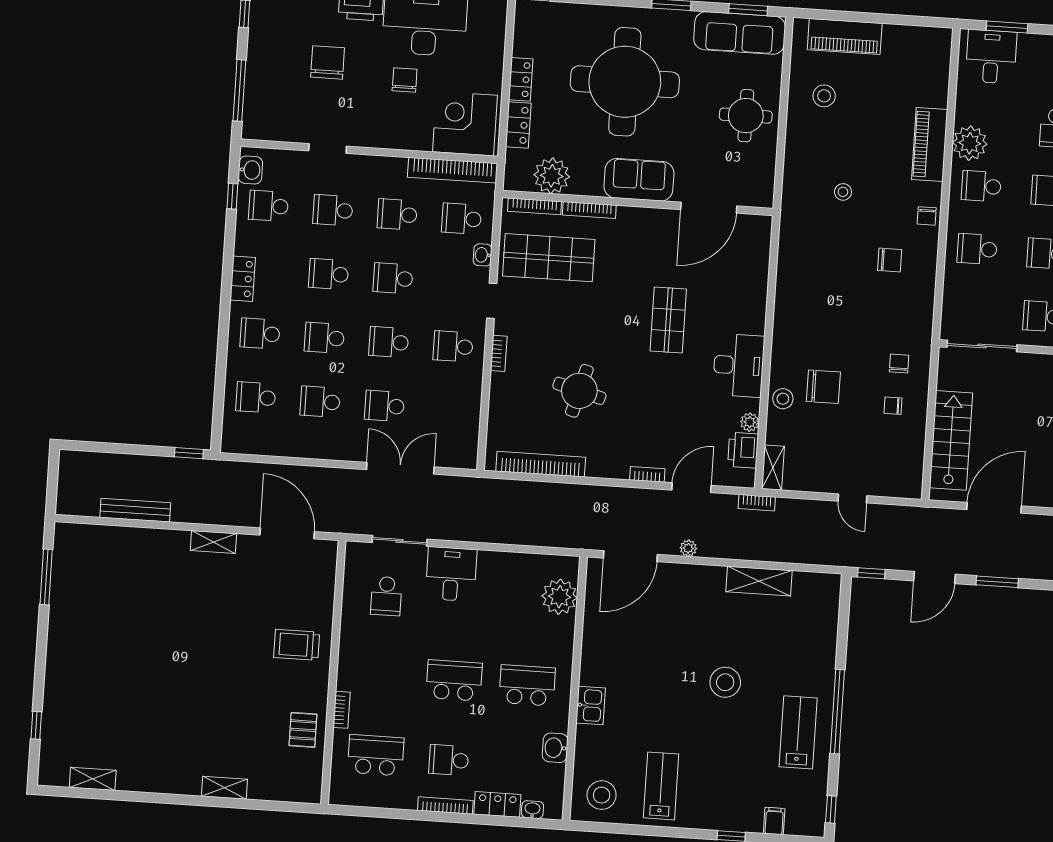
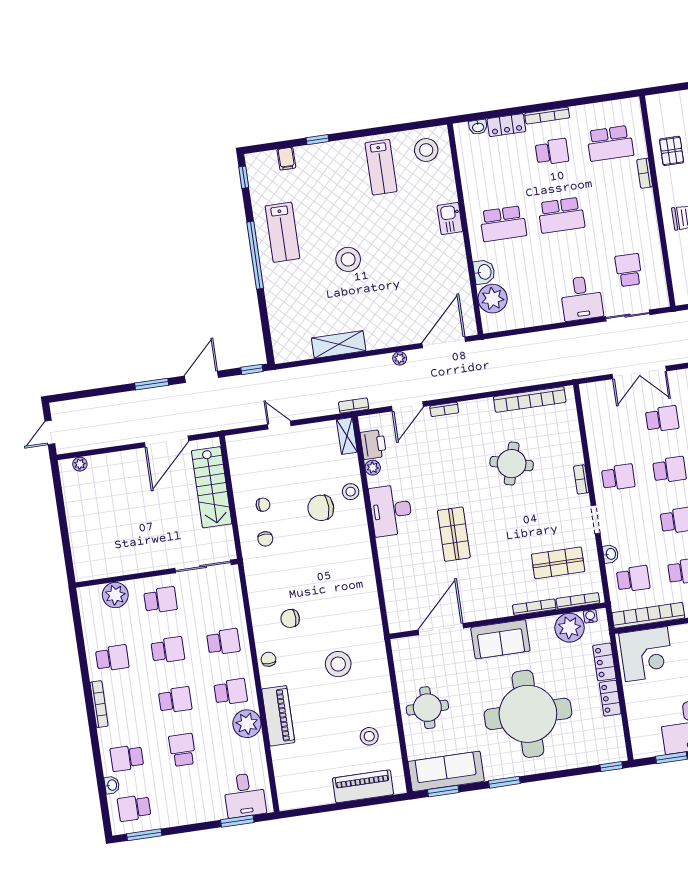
water cooler: (523, 184) -> (590, 616), added
stool: (843, 192) -> (338, 664), width x1.89, depth x1.89
shop shelf: (549, 258) -> (558, 563), width x0.70, depth x0.74
washbasin: (555, 748) -> (484, 272), moved

